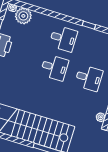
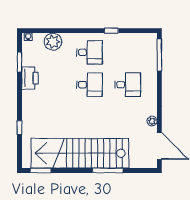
plant: (23, 16) -> (53, 42), moved

